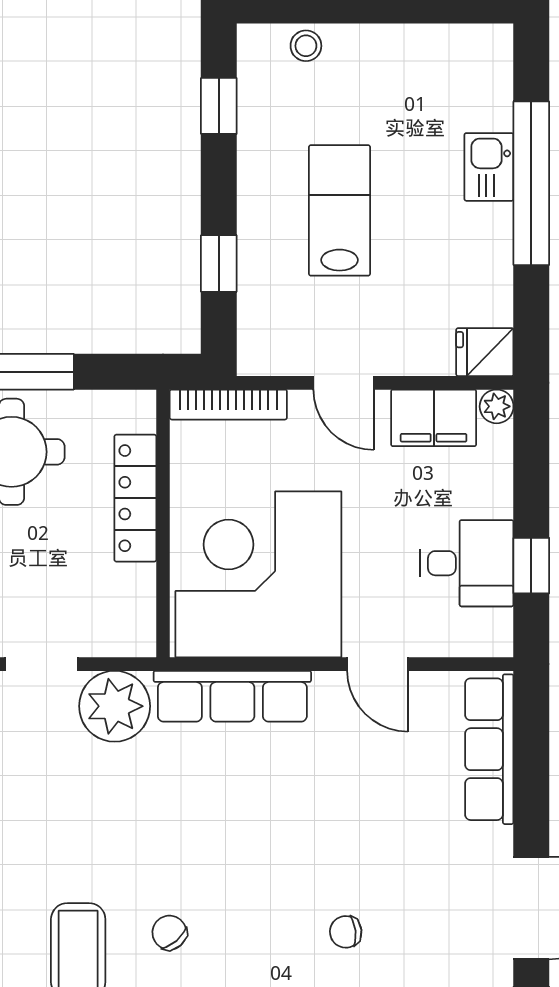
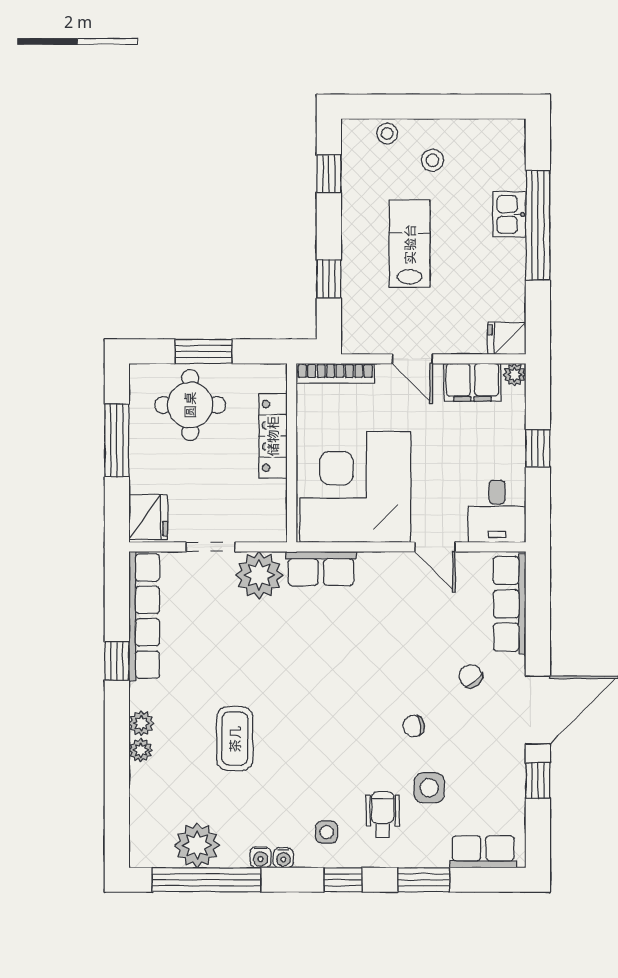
stool: (374, 86) -> (432, 160), added
desk: (467, 563) -> (497, 511), moved, turned 90
window: (531, 566) -> (538, 448), moved
row of seats: (232, 696) -> (321, 568), width x0.68
chair: (169, 933) -> (471, 676), moved

